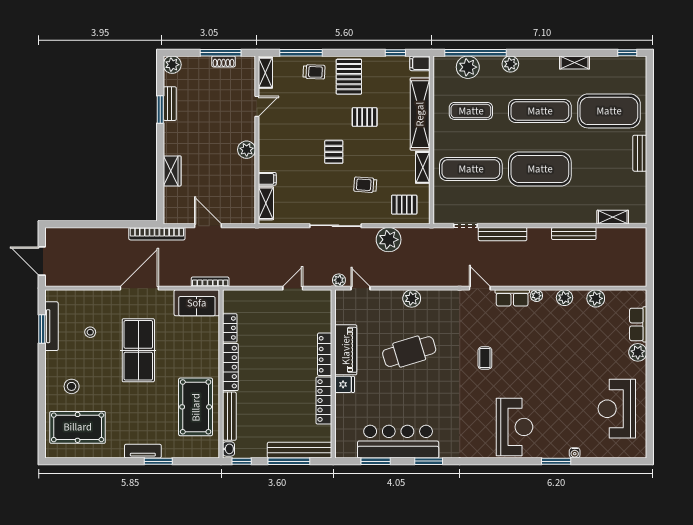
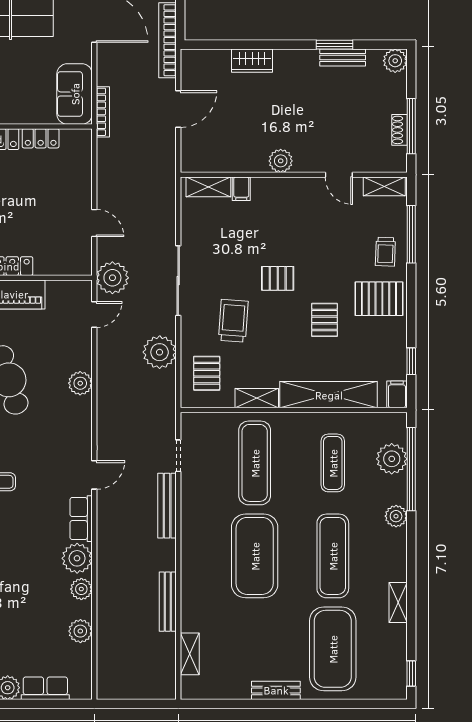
trolley: (365, 185) -> (233, 321), width x1.36, depth x1.39
plant: (339, 280) -> (112, 278), width x1.88, depth x1.88
plant: (536, 296) -> (77, 558), width x1.88, depth x1.88

